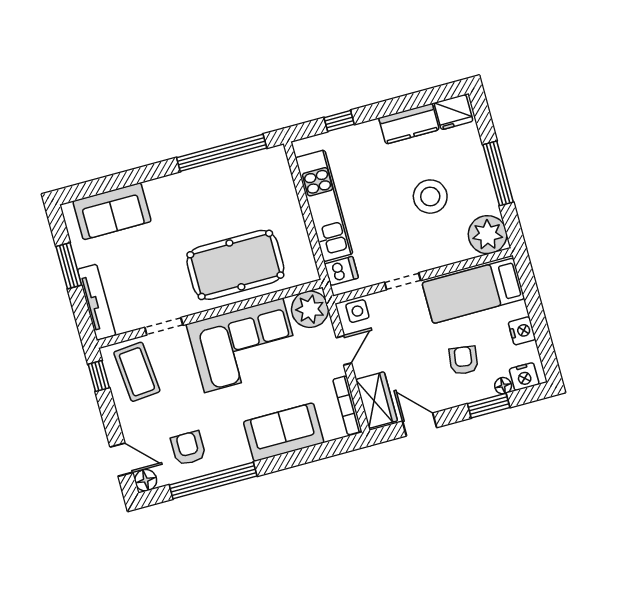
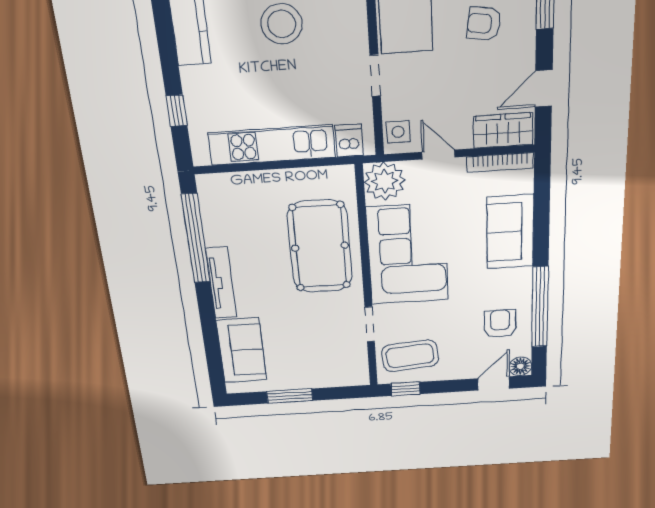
tv unit: (97, 302) -> (221, 283), moved, turned 90
armchair: (188, 448) -> (500, 324), turned 90

